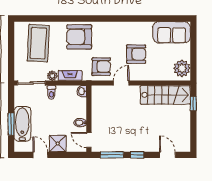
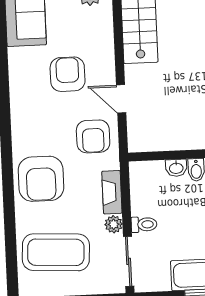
armchair: (101, 67) -> (93, 136), turned 180
washbasin: (82, 91) -> (176, 168), moved

